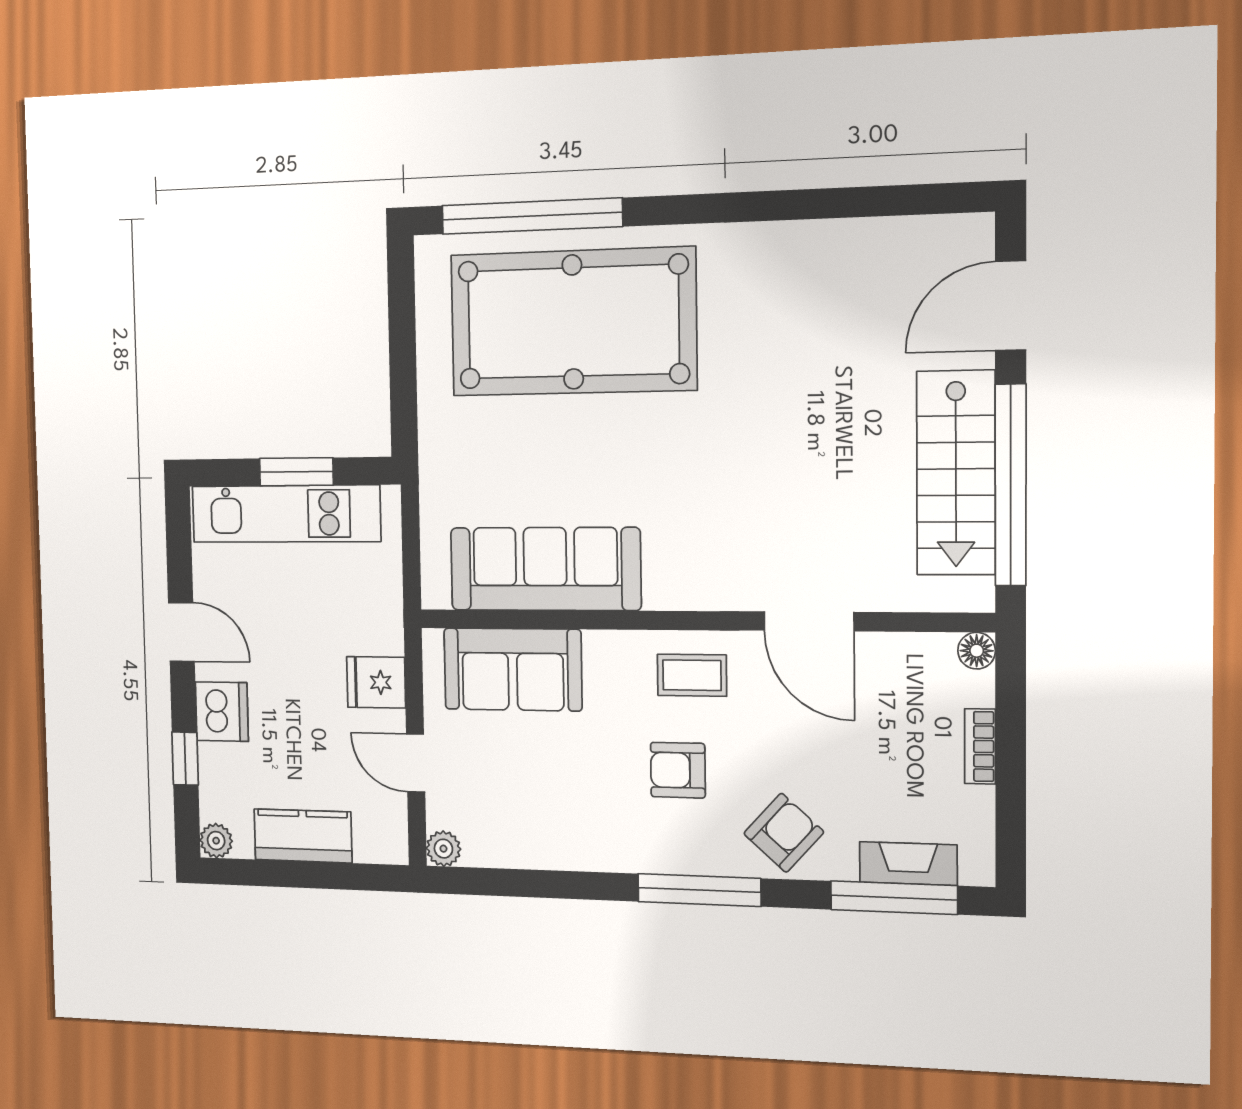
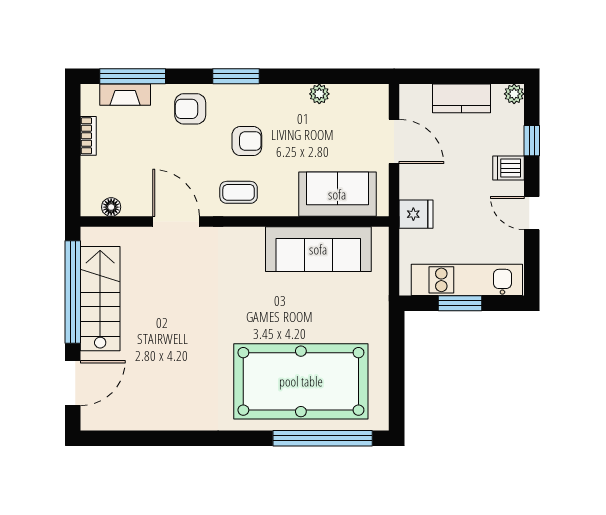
floor lamp: (977, 651) -> (111, 207), moved
fridge: (376, 682) -> (416, 214), moved
dishwasher: (222, 712) -> (508, 168), width x0.73
bookcase: (980, 746) -> (88, 136), moved
door: (416, 763) -> (394, 141), width x1.38
armchair: (784, 833) -> (190, 109), turned 48
plant: (443, 849) -> (319, 94), moved
window: (699, 890) -> (236, 76), width x0.69

